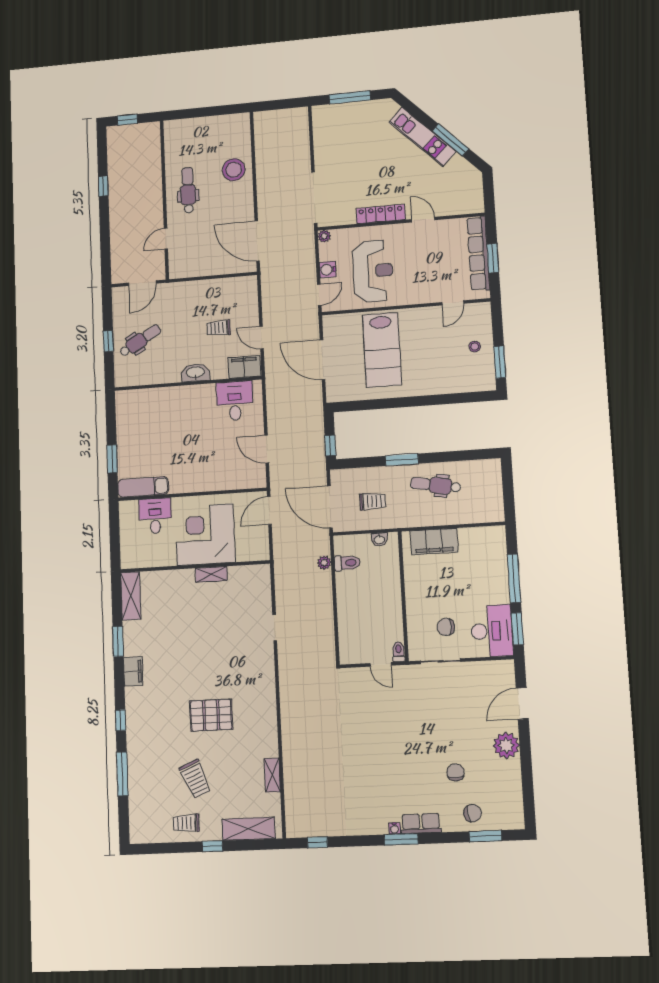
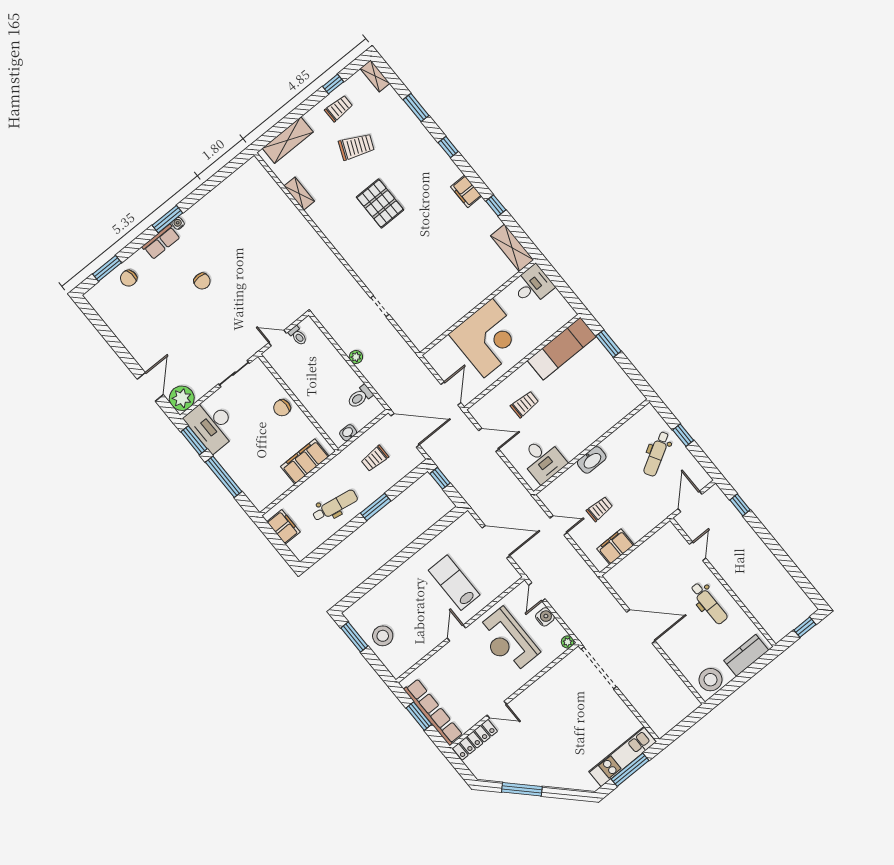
kitchen counter: (189, 128) -> (746, 655), added
kitchen unit: (422, 137) -> (622, 757), moved, turned -45
stool: (234, 170) -> (711, 680), moved
window: (103, 186) -> (740, 505), moved
locker: (381, 214) -> (475, 740), moved
door: (257, 241) -> (641, 626), moved
door: (453, 303) -> (456, 633), moved
stool: (475, 347) -> (383, 636), width x1.89, depth x1.89
lab bench: (382, 350) -> (454, 583), width x0.73, depth x0.72
filing cabinet: (244, 367) -> (615, 547), moved, turned 180
trolley: (216, 458) -> (525, 404), added
exam couch: (143, 487) -> (562, 349), width x1.36, depth x1.45
filing cabinet: (493, 498) -> (283, 527), added
desk: (155, 516) -> (533, 286), moved, turned -90
plant: (324, 563) -> (356, 357), moved
shelving: (211, 574) -> (375, 76), moved, turned 90
chair: (446, 627) -> (282, 408), moved, turned 180
window: (118, 641) -> (496, 205), width x0.67
toilet: (399, 652) -> (298, 336), moved
pallet: (211, 715) -> (380, 203), turned 90
plant: (506, 745) -> (182, 398), moved
chair: (456, 772) -> (202, 281), moved
window: (122, 774) -> (416, 108), width x0.69
trolley: (195, 779) -> (356, 147), turned 136
window: (318, 842) -> (228, 170), removed
window: (212, 846) -> (333, 84), moved

